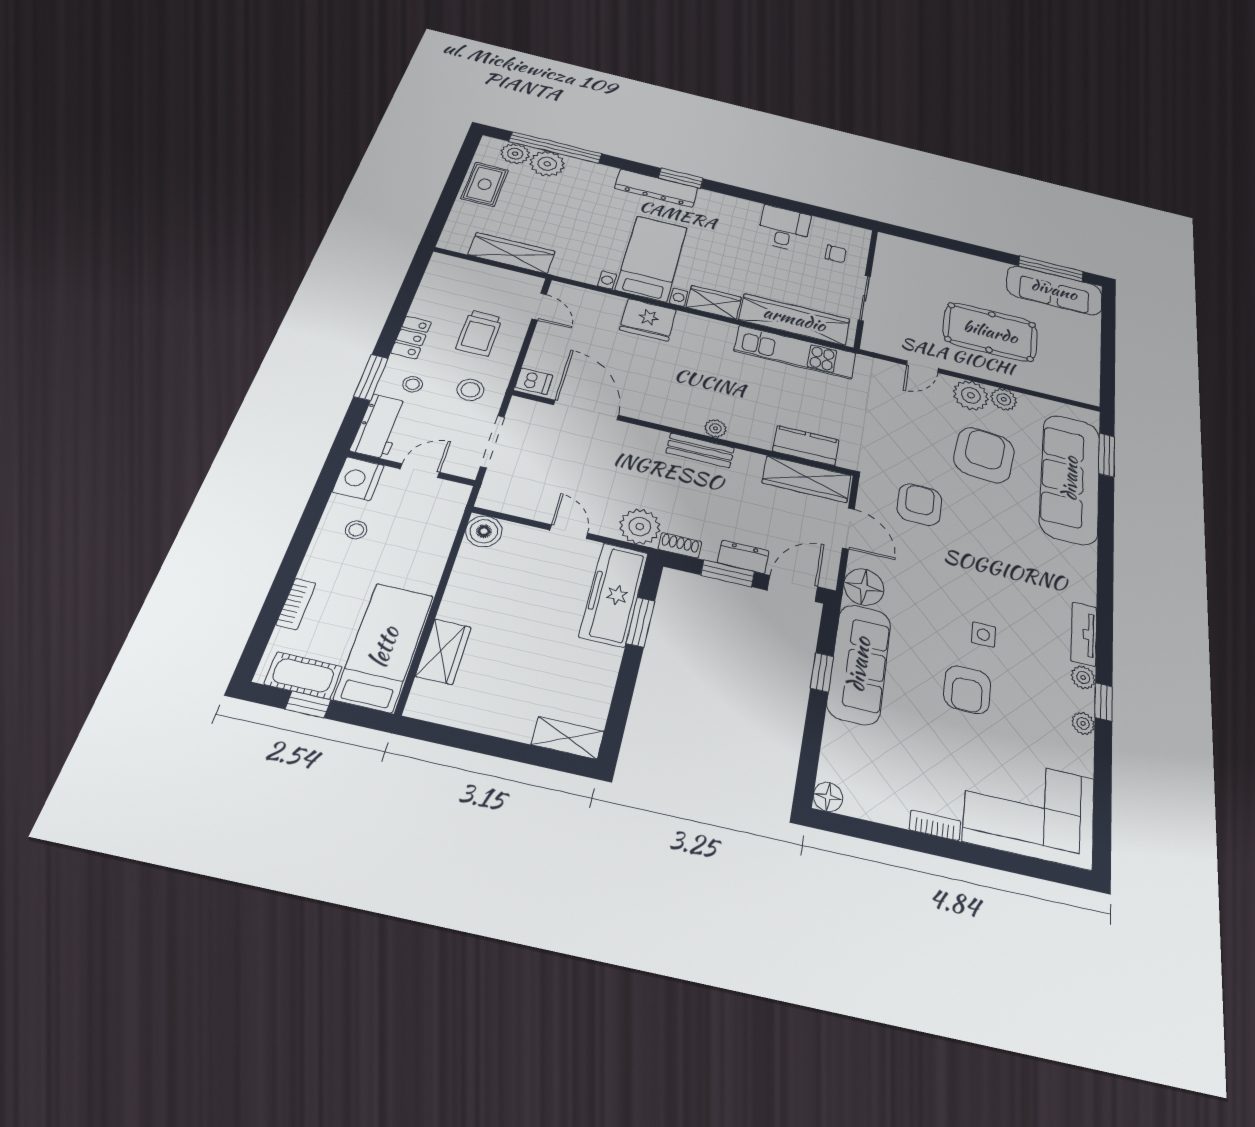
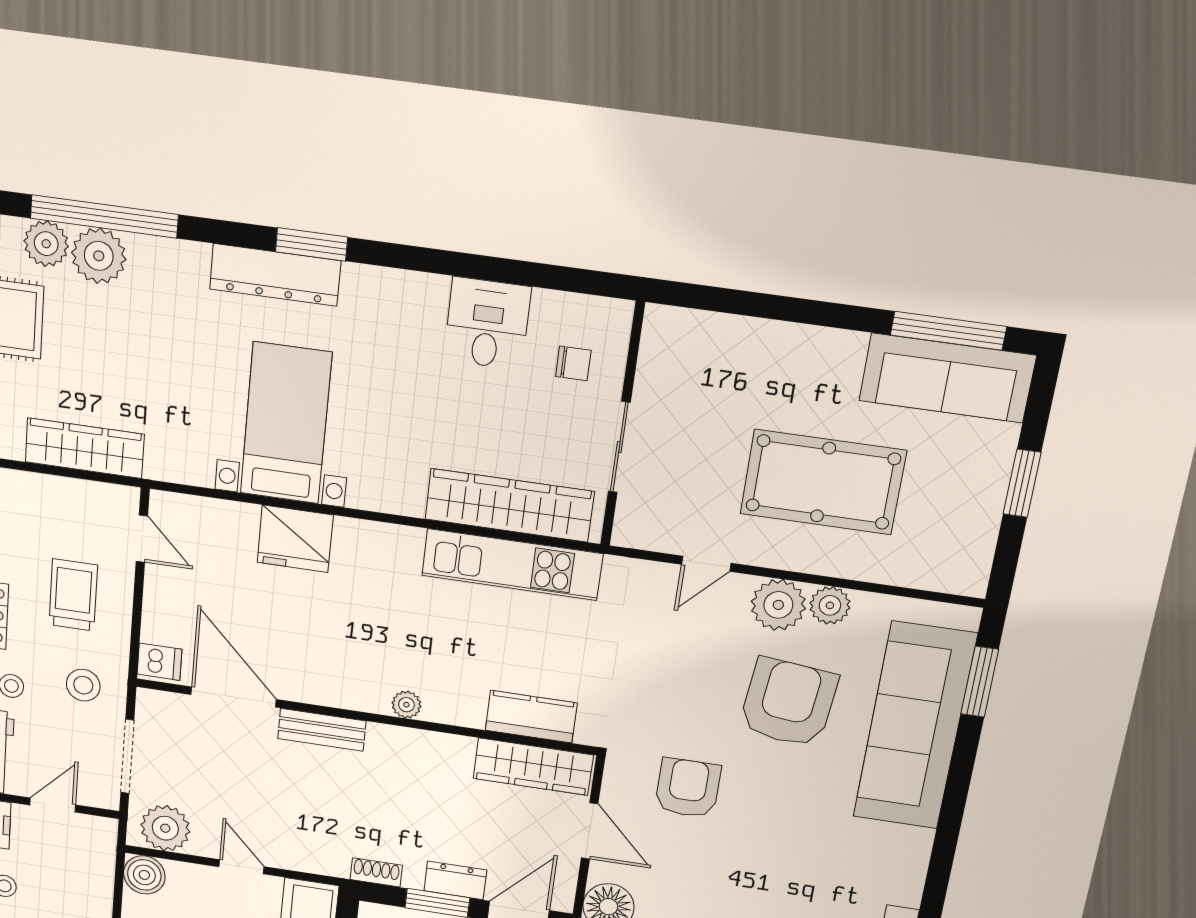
wardrobe: (714, 302) -> (387, 492), removed
trolley: (479, 333) -> (73, 595), turned 180
window: (1108, 347) -> (1022, 483), added
bench: (700, 450) -> (322, 730), moved
plant: (640, 527) -> (165, 828), moved

